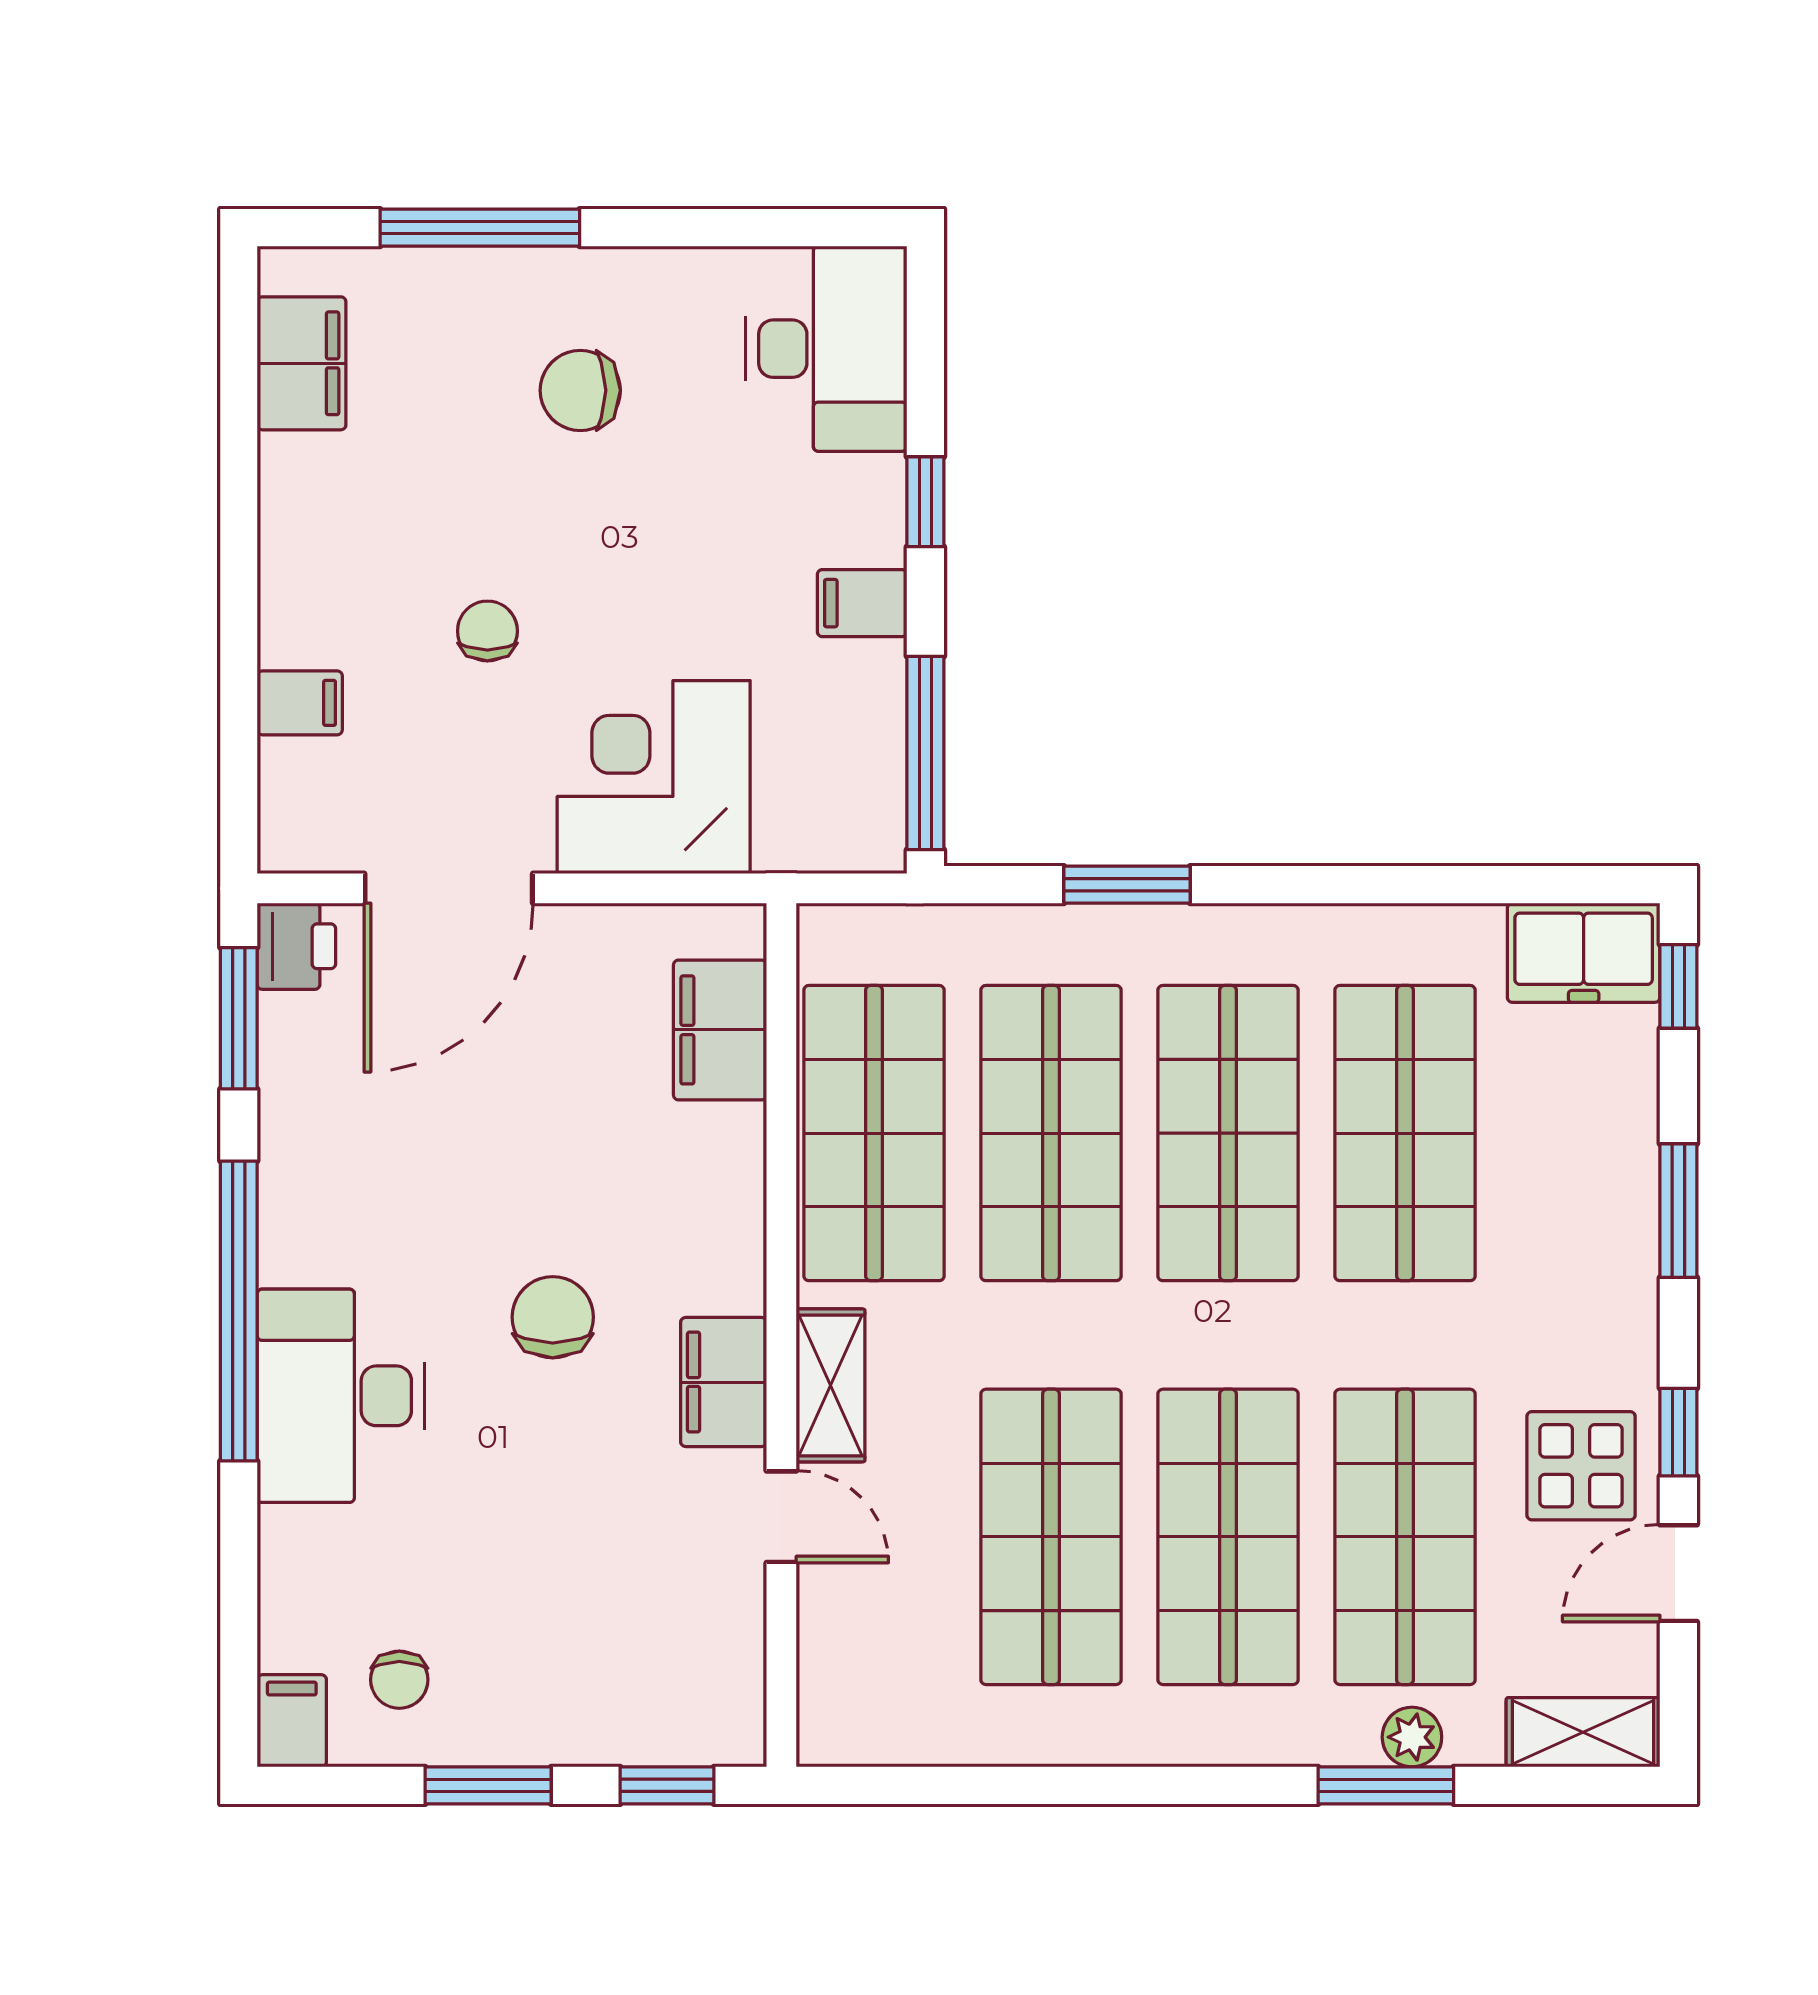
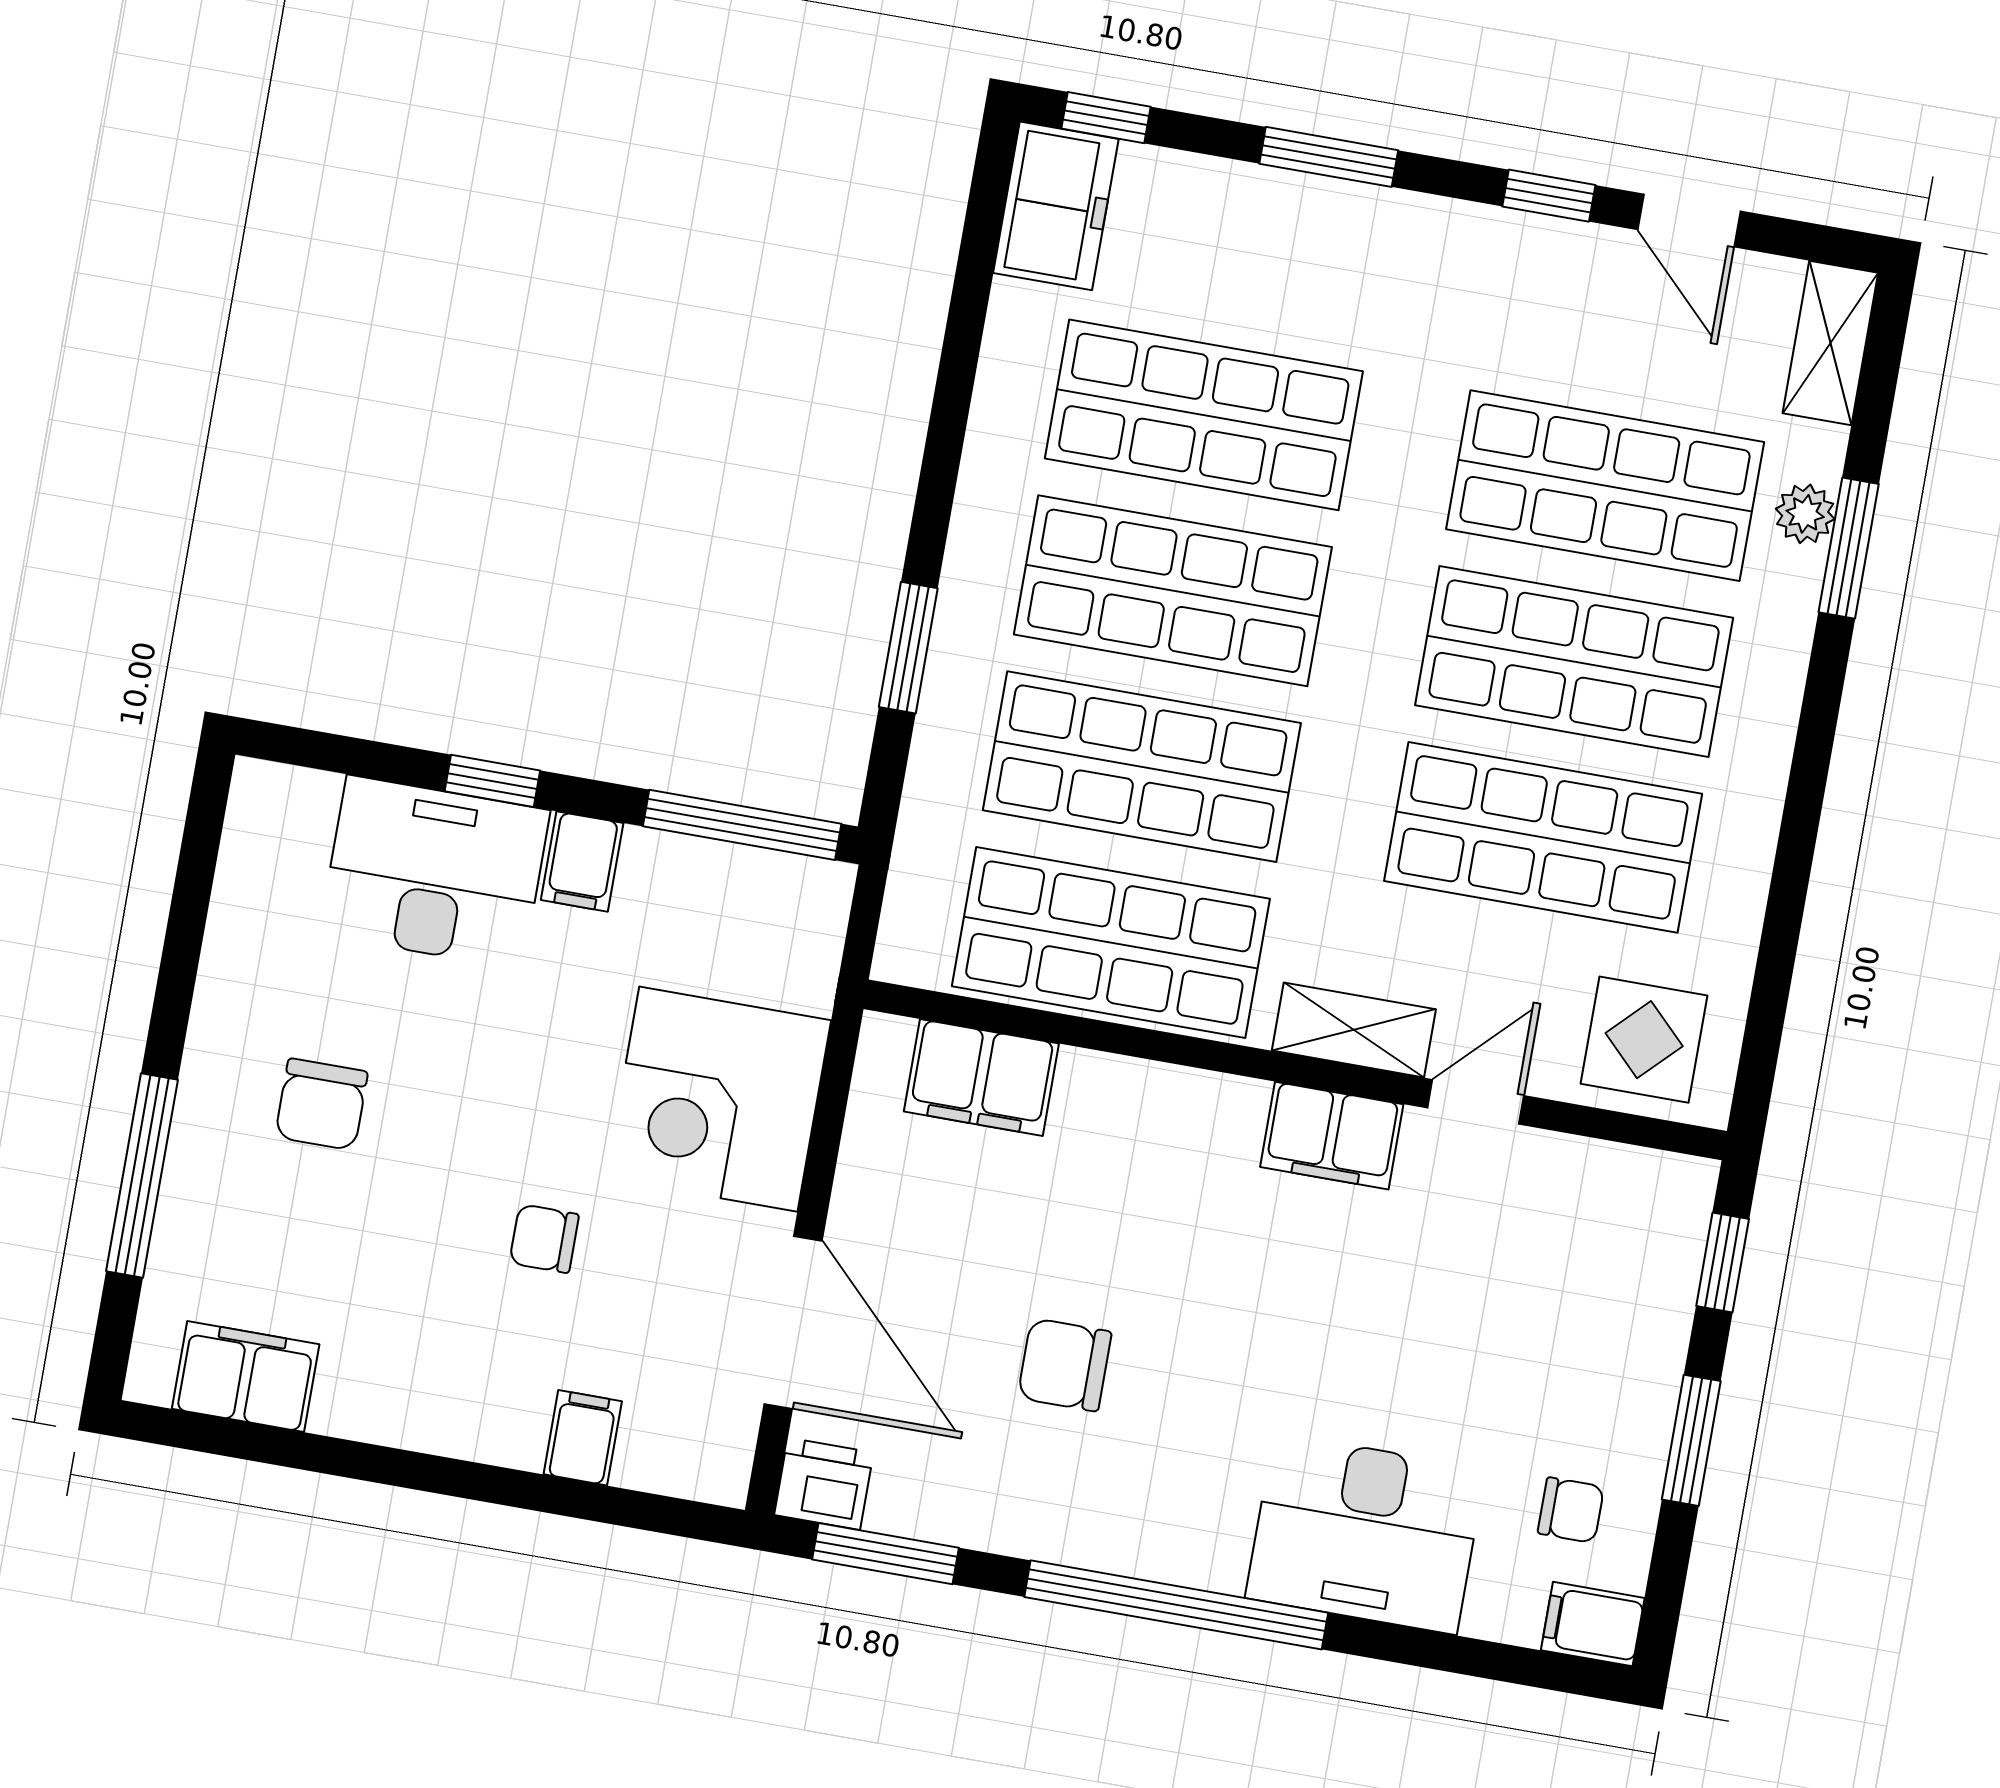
desk: (826, 349) -> (435, 872), moved
chair: (553, 1317) -> (1065, 1365), moved
desk: (341, 1396) -> (1365, 1533), moved
display table: (1581, 1466) -> (1644, 1040), moved

